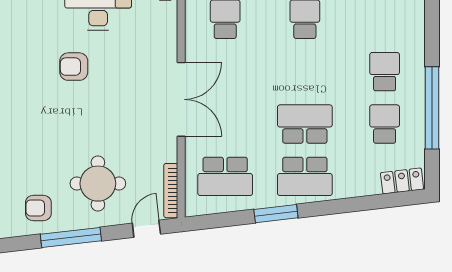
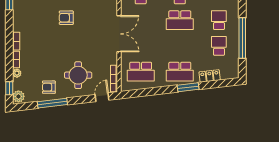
school desk: (305, 124) -> (180, 20), moved, turned 180
locker: (402, 181) -> (210, 76), moved
window: (276, 214) -> (188, 87), moved
window: (71, 237) -> (52, 103), moved

